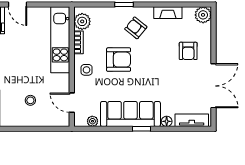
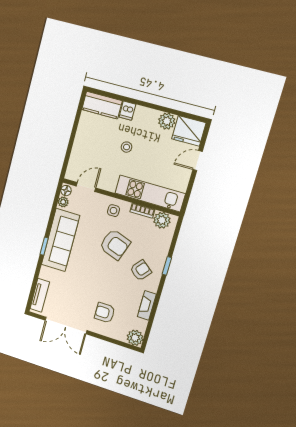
armchair: (119, 60) -> (115, 244), turned -71
stool: (30, 100) -> (126, 147), moved
floor lamp: (167, 121) -> (66, 191), moved

